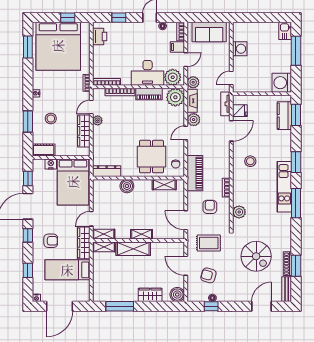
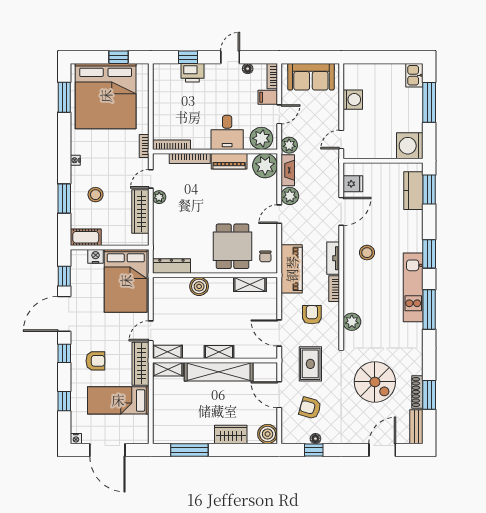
printer: (100, 36) -> (192, 73), moved, turned 90
desk: (148, 73) -> (227, 132), width x0.73
tv unit: (225, 104) -> (333, 258), moved
rug: (209, 243) -> (310, 364), turned 90
shelving: (133, 249) -> (219, 372), width x1.47
door: (60, 306) -> (107, 450), hinge flipped

